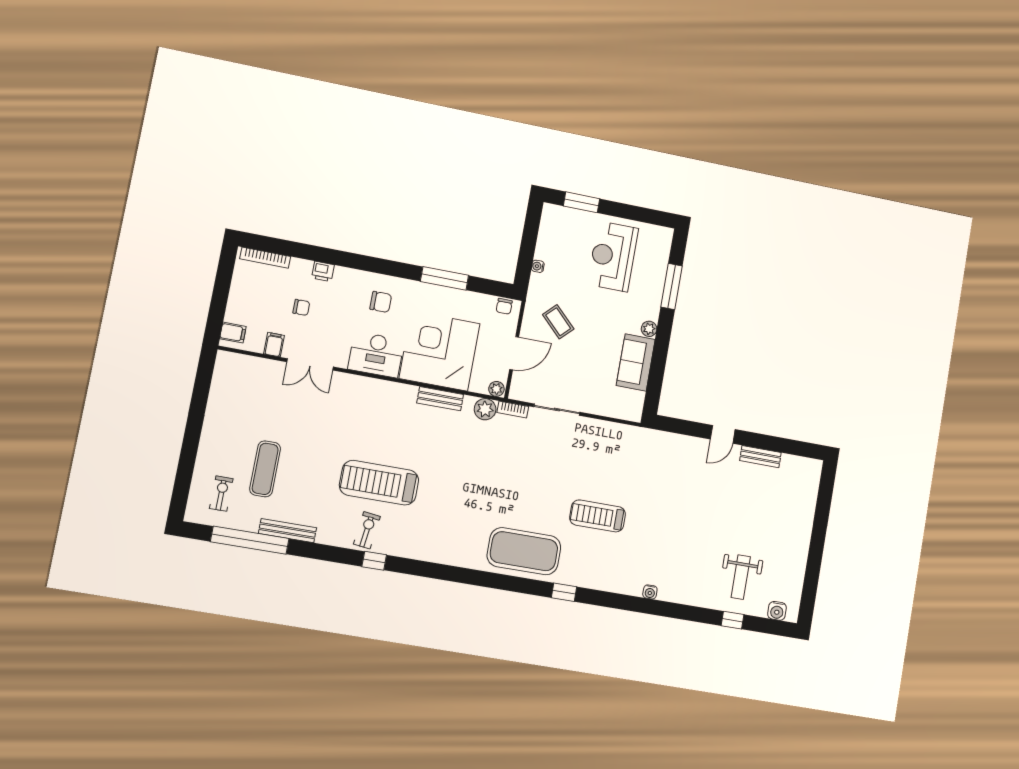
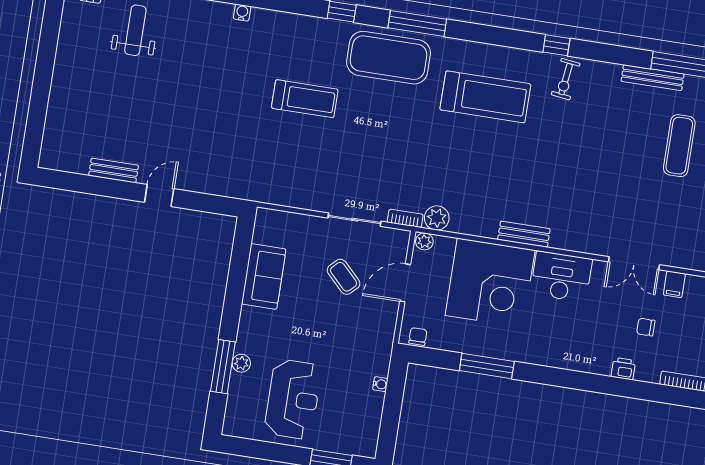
chair: (381, 302) -> (558, 336), removed
coffee table: (558, 322) -> (344, 277), moved
plant: (649, 329) -> (241, 363), moved
double door: (310, 364) -> (634, 263), swing flipped
bench: (440, 399) -> (524, 234), moved
treadmill: (379, 483) -> (485, 97), moved
window: (498, 581) -> (417, 23), added

